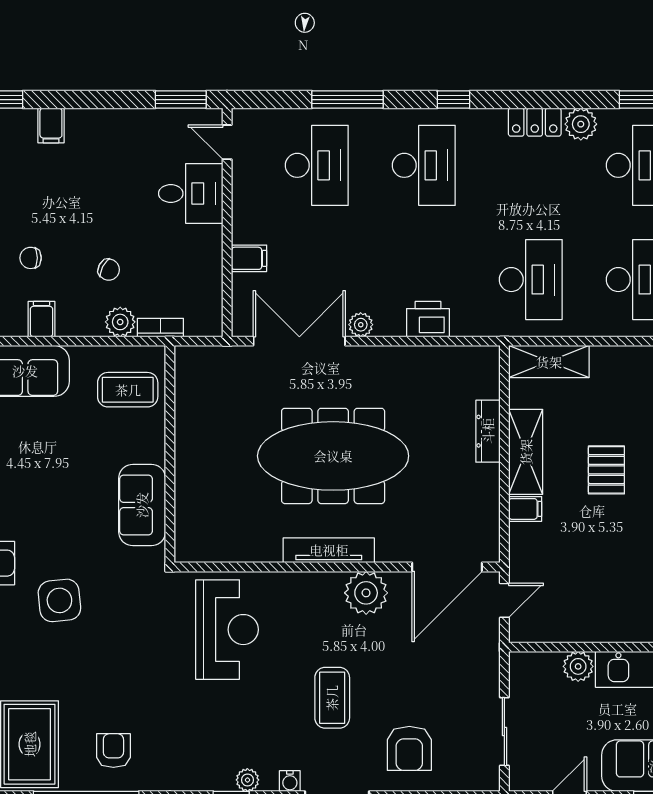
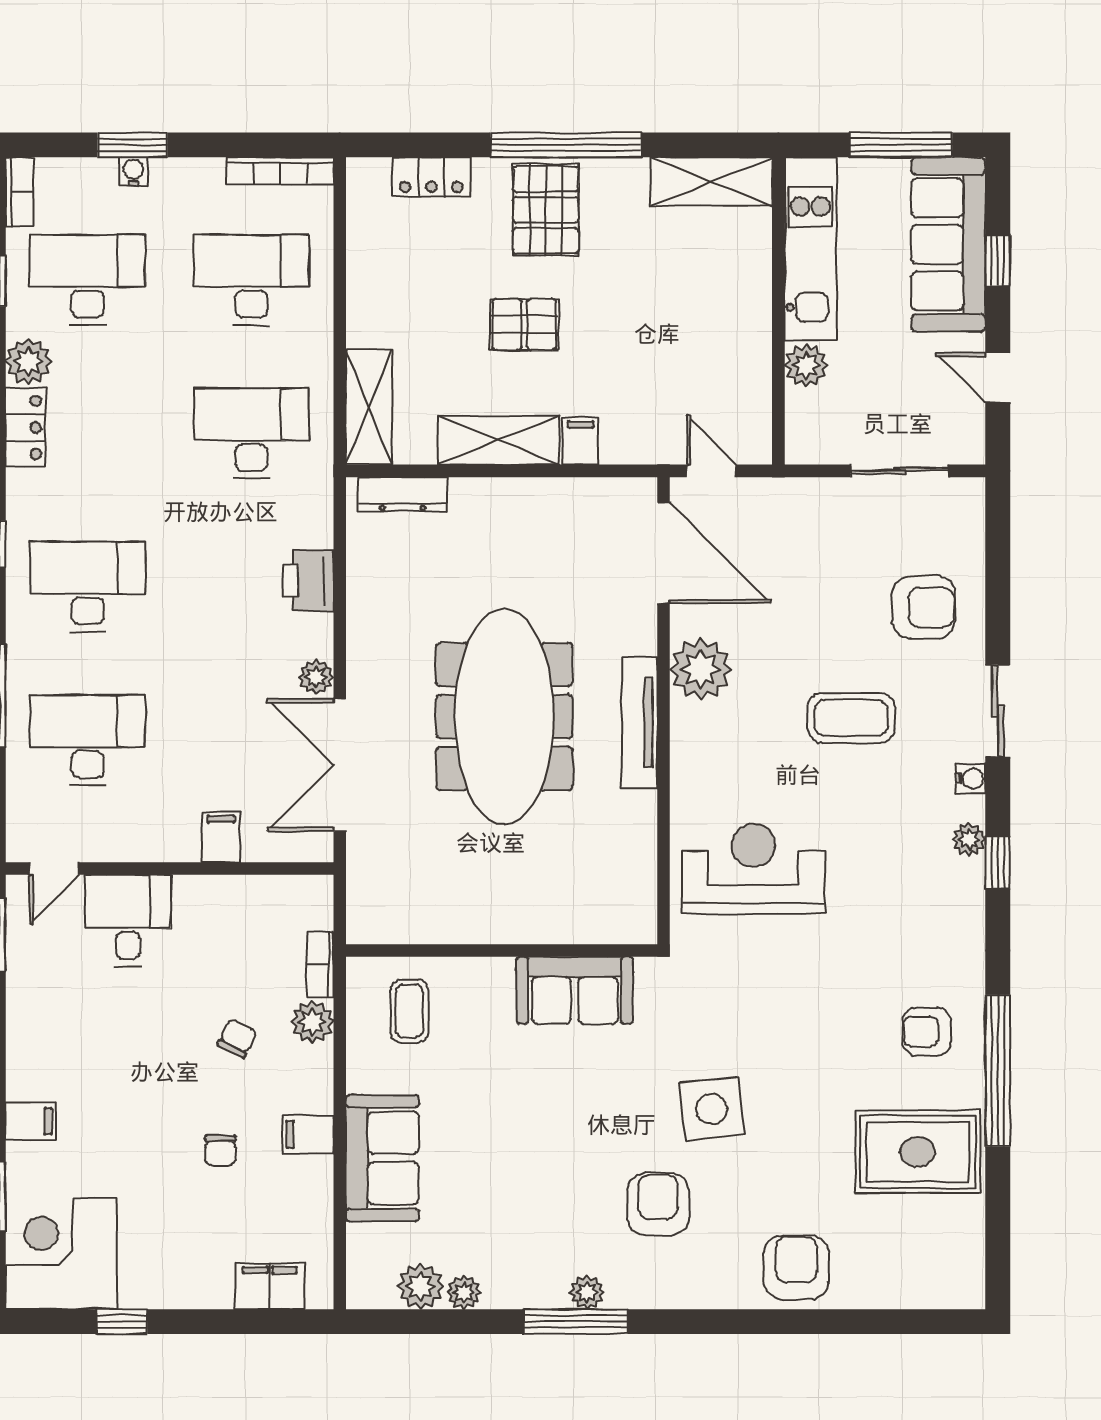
coffee table: (128, 390) -> (409, 1011), width x0.73, depth x0.77
dresser: (488, 431) -> (403, 494), moved

